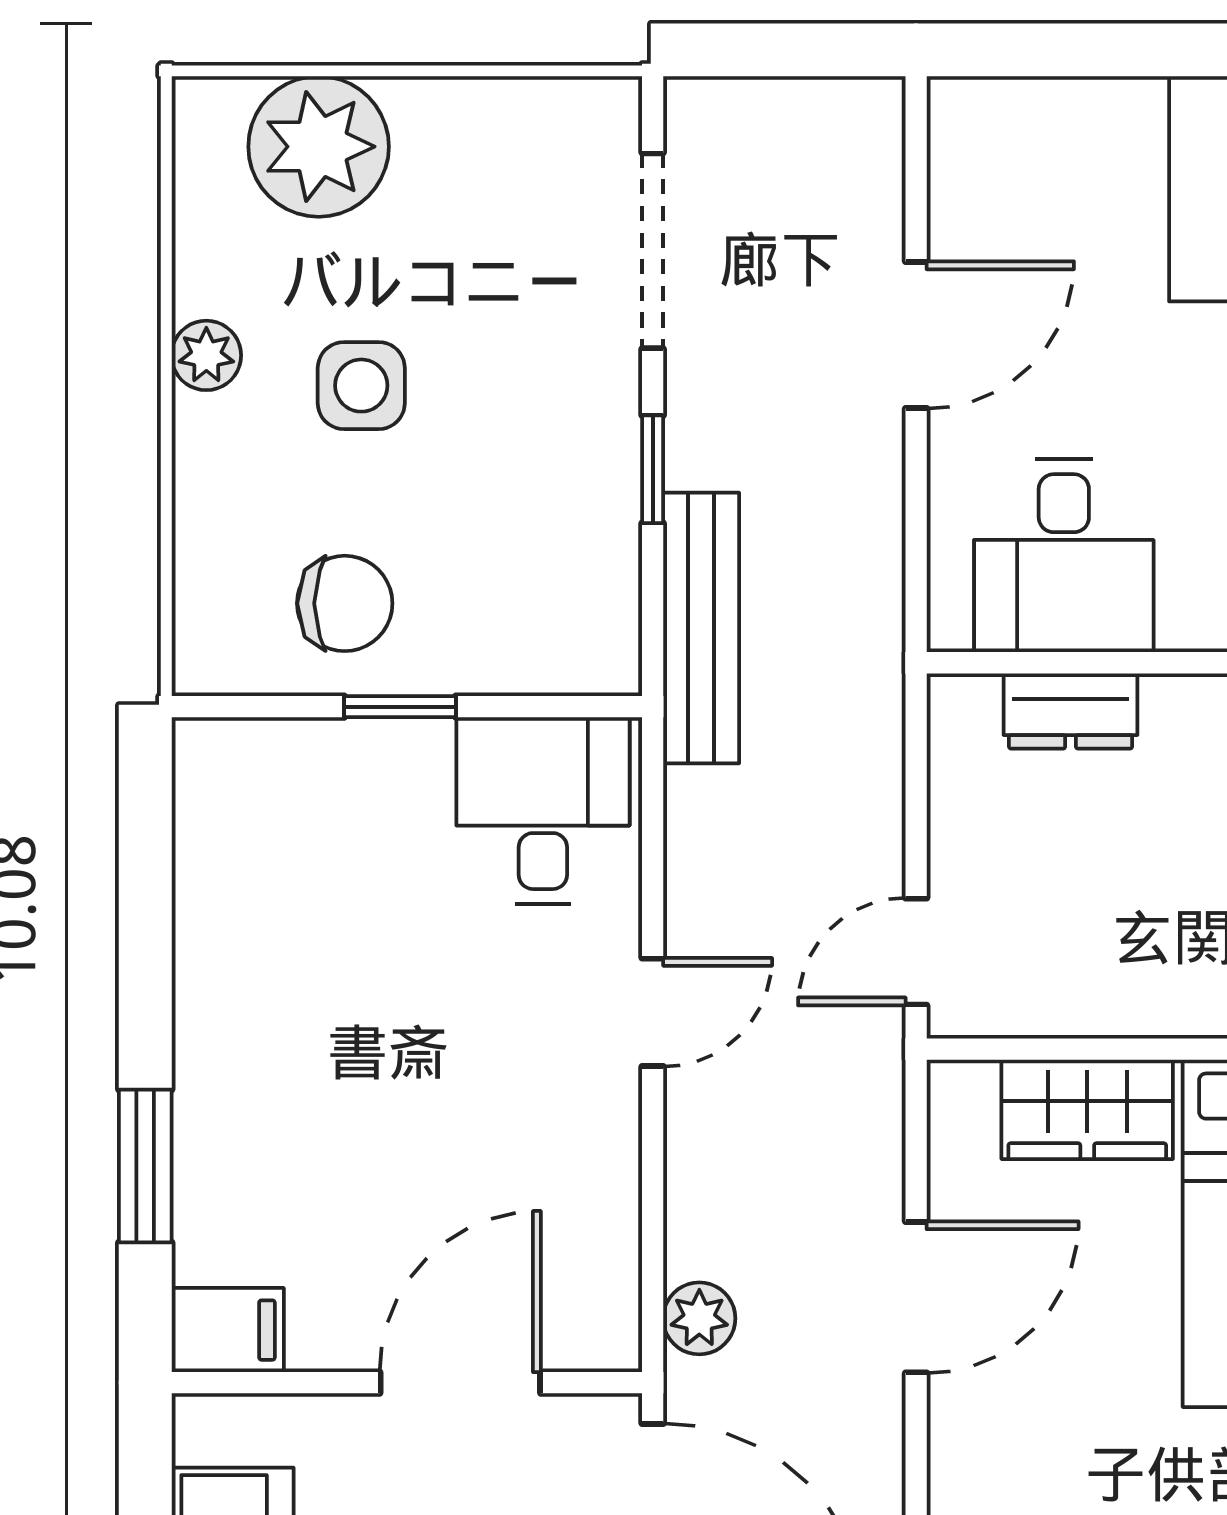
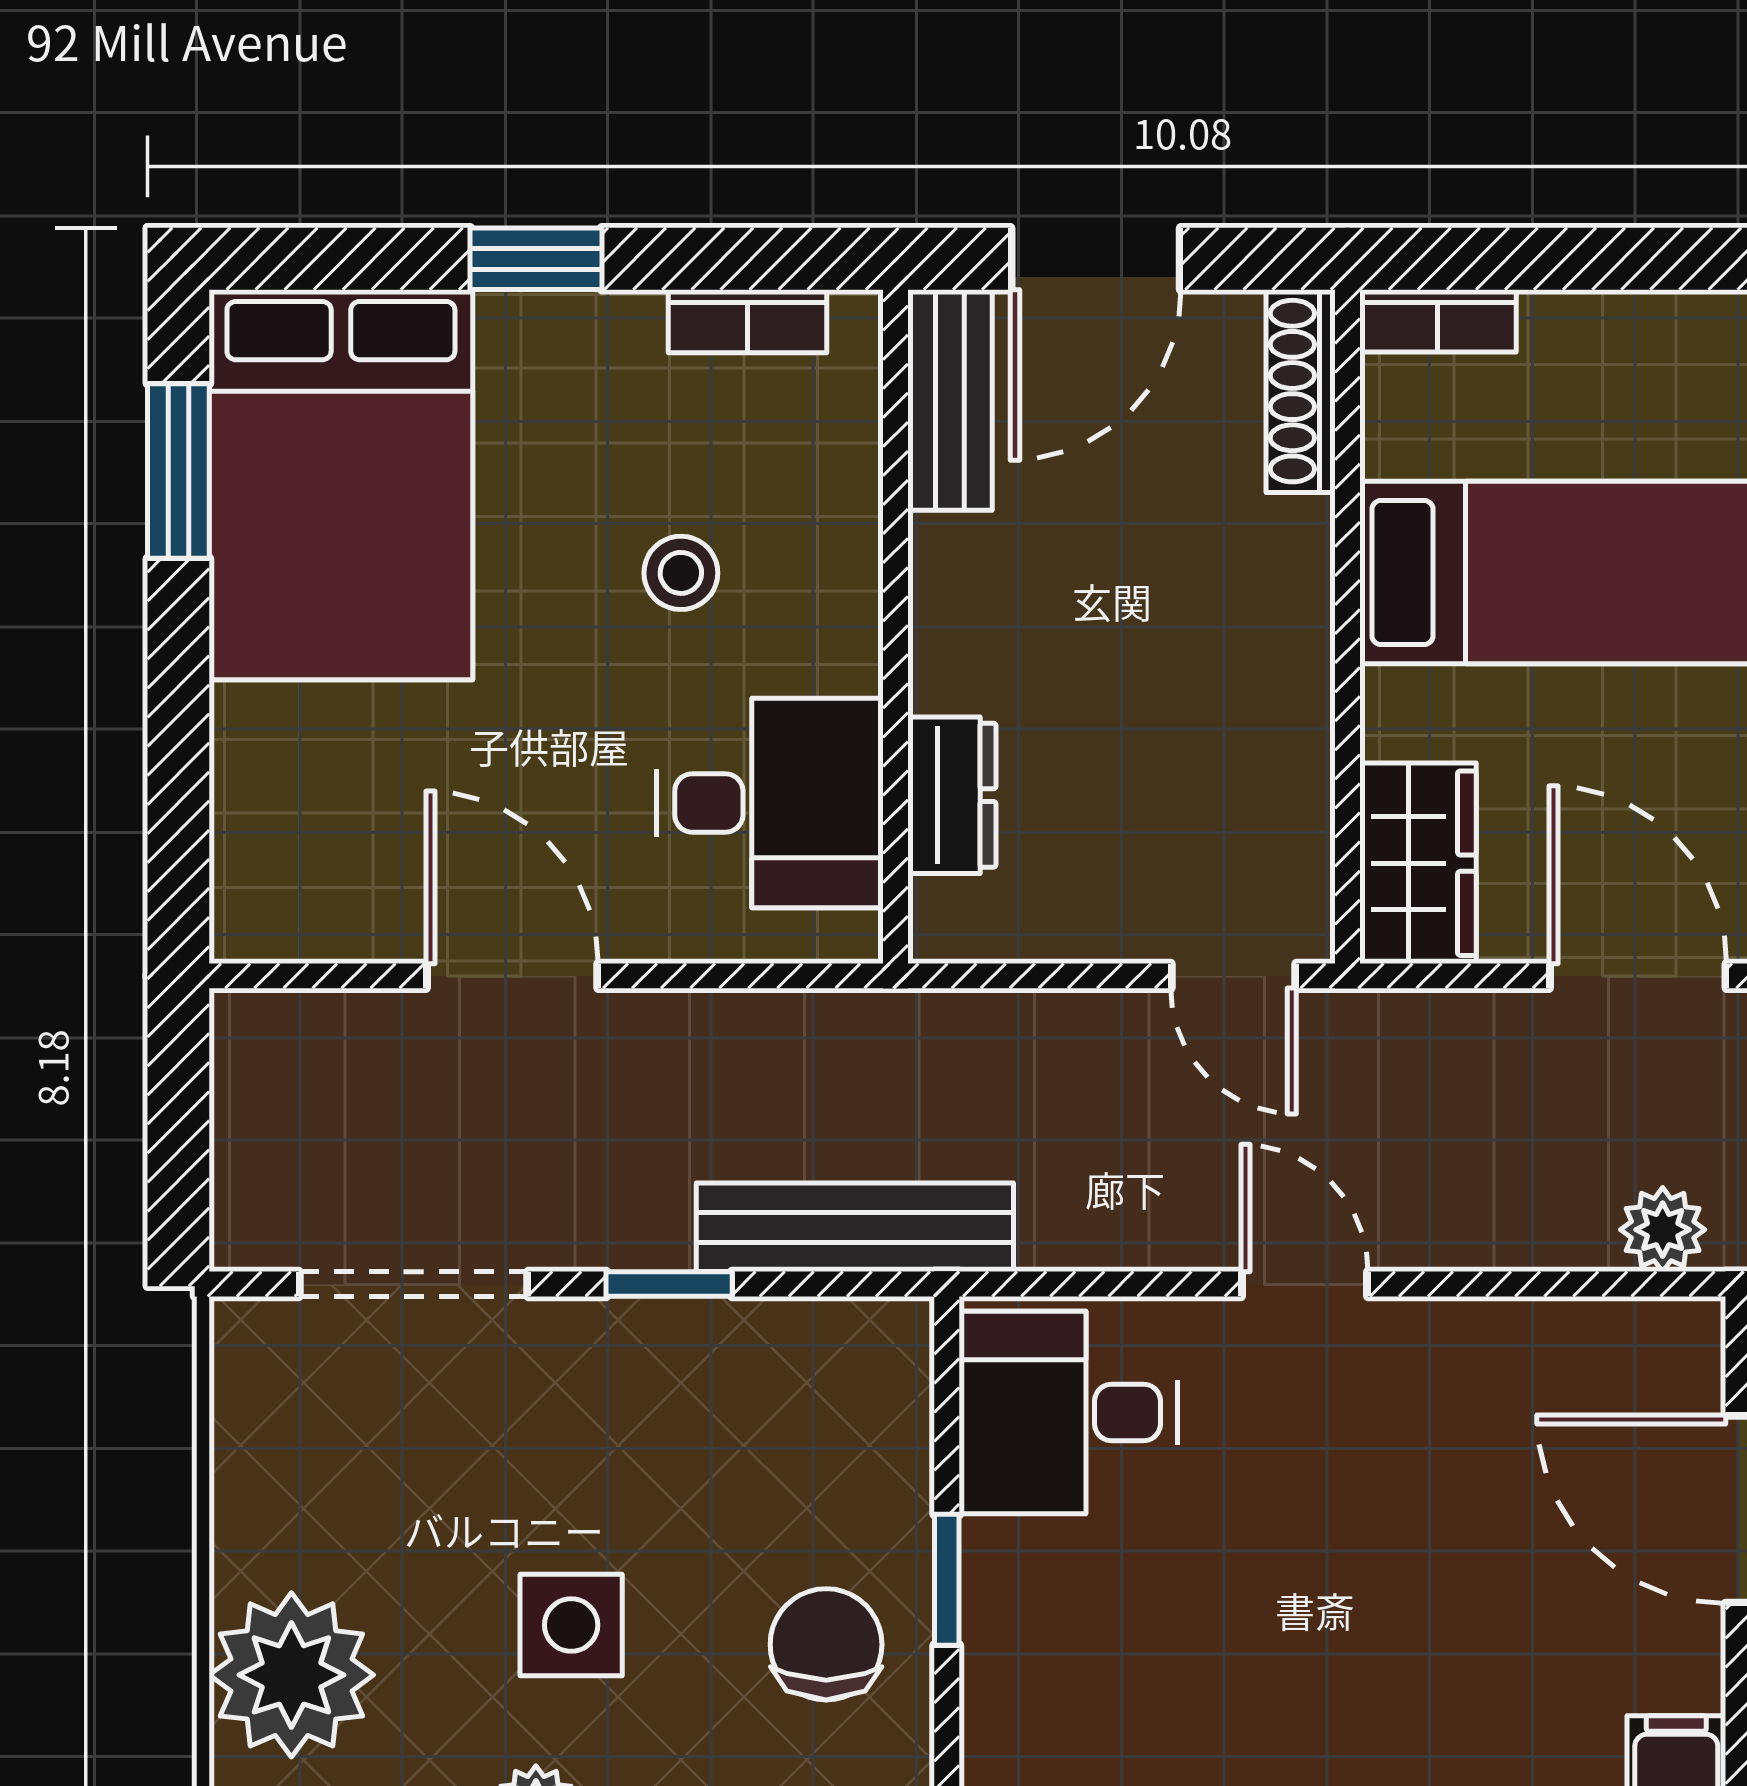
wardrobe: (1087, 1109) -> (1418, 863), moved

